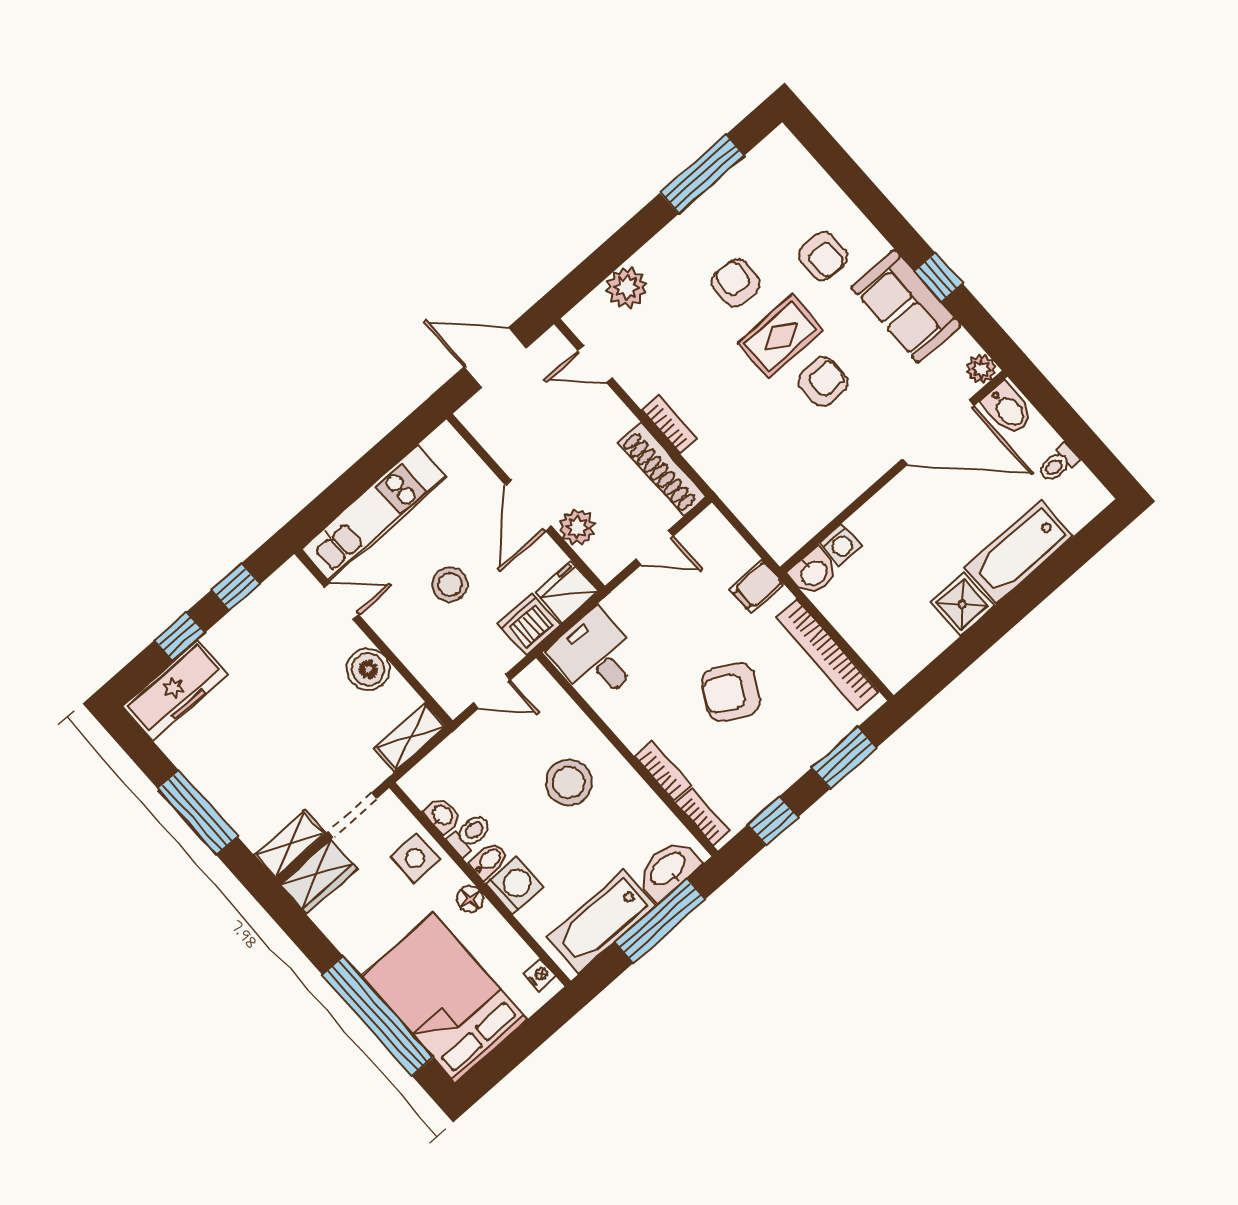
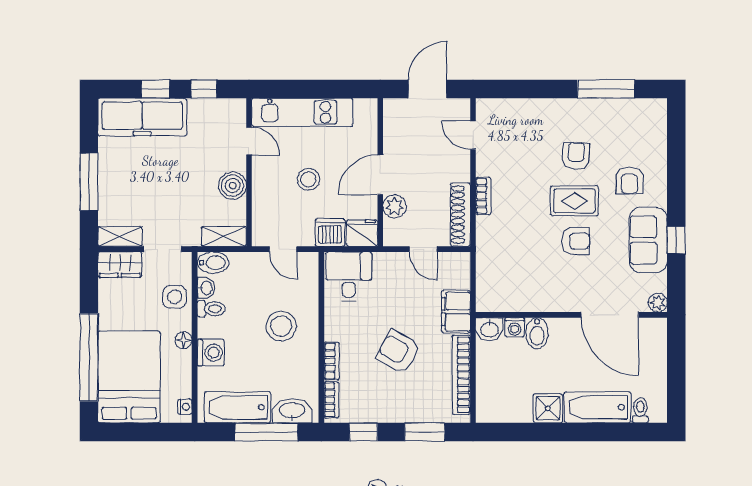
plant: (626, 287) -> (521, 111), removed
door: (495, 357) -> (428, 89), hinge flipped
bidet: (1008, 409) -> (537, 333), moved
toilet: (1058, 463) -> (640, 410), moved, turned 90
filing cabinet: (757, 587) -> (456, 312), width x2.00
freezer: (175, 690) -> (142, 117), width x1.36, depth x1.26
bidet: (488, 861) -> (213, 263), moved, width x1.38, depth x1.36

